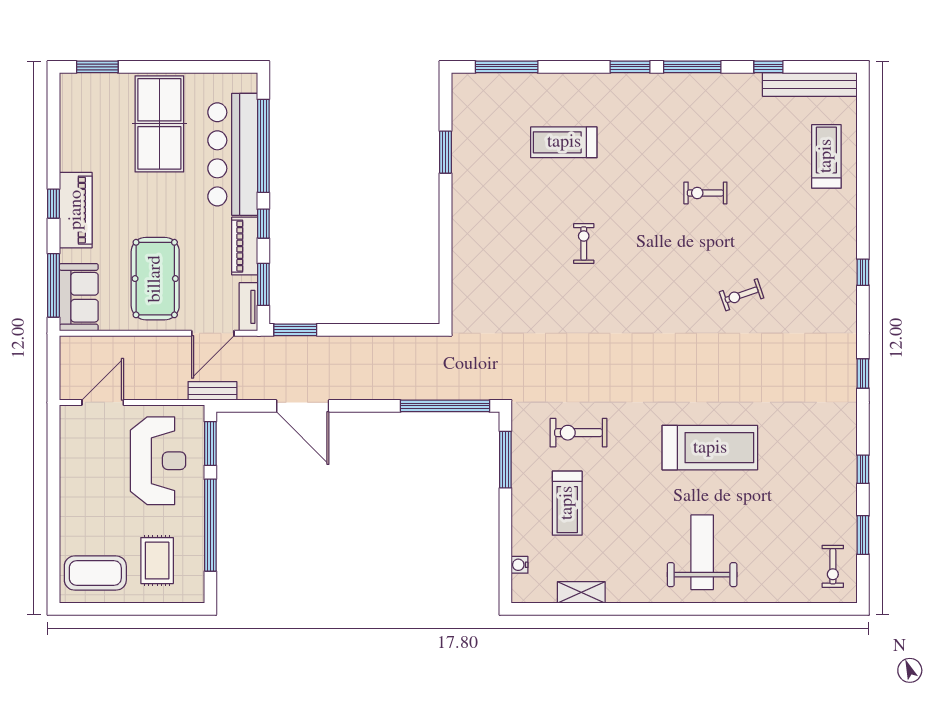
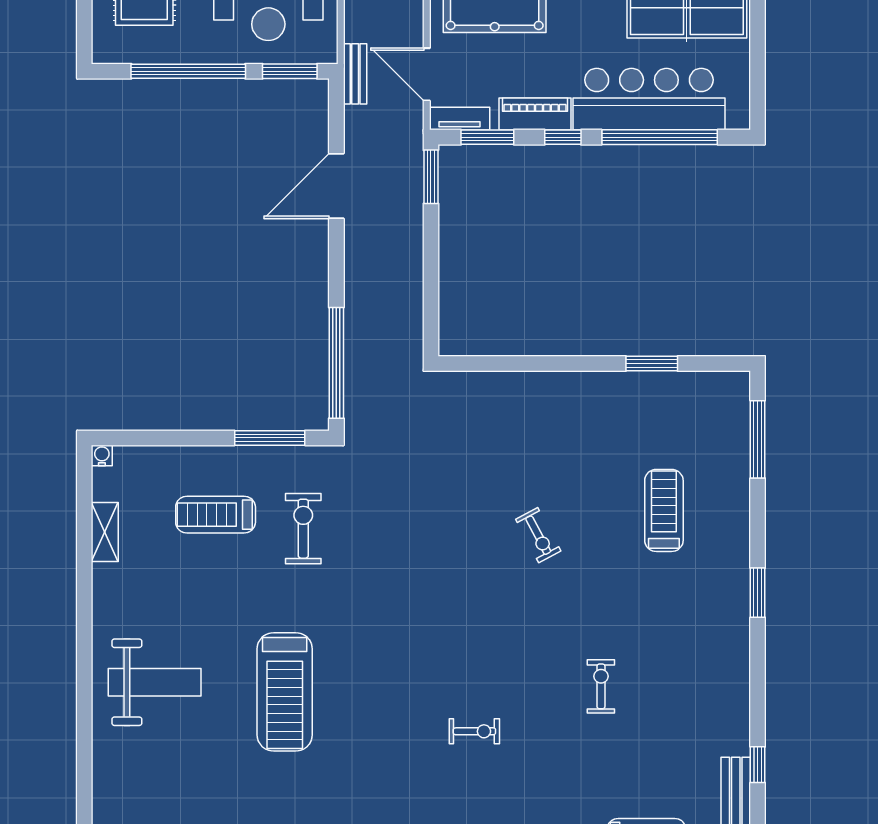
window: (692, 67) -> (758, 670), removed
exercise bike: (584, 244) -> (538, 535), turned 62
exercise bike: (742, 295) -> (474, 731), turned 109
water cooler: (520, 565) -> (102, 455), moved

